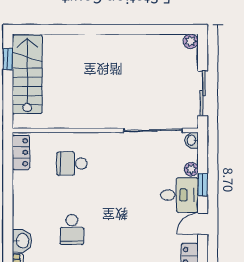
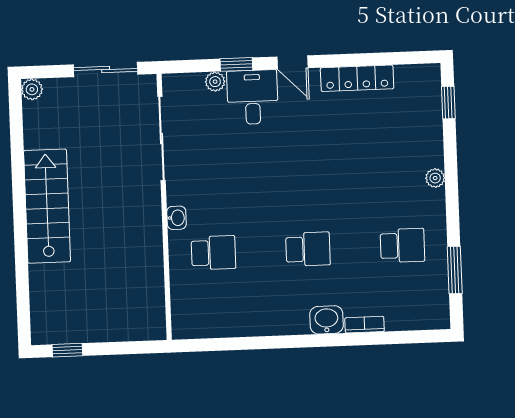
stairs: (27, 74) -> (47, 206), moved, turned 90
washbasin: (192, 140) -> (177, 218), moved, turned -90
locker: (21, 152) -> (200, 326), removed
school desk: (72, 164) -> (213, 253), turned -90

